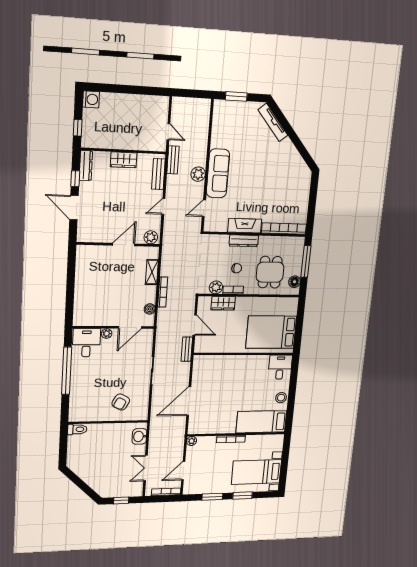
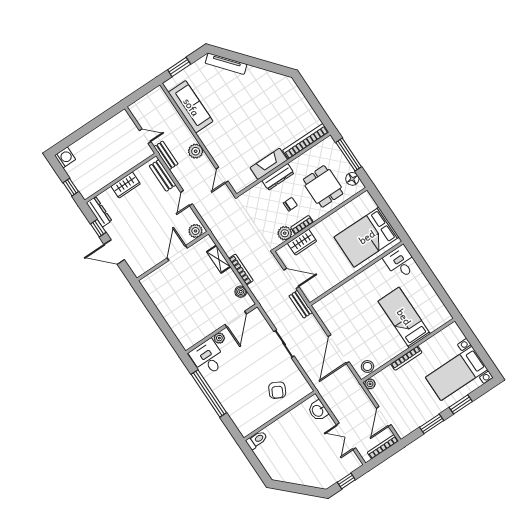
sofa: (218, 173) -> (191, 107), moved
stool: (281, 398) -> (367, 366), moved
bed: (261, 422) -> (404, 317), moved, turned 90

